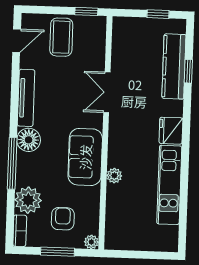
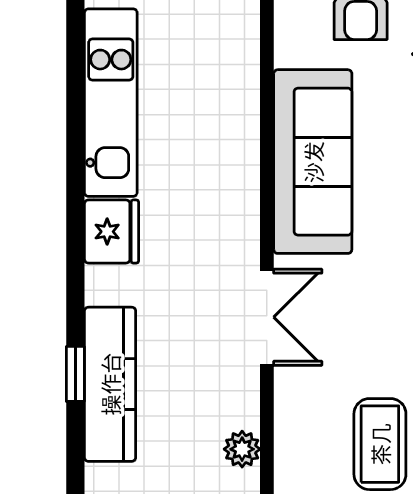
sofa: (85, 157) -> (313, 162), width x1.36
plant: (114, 176) -> (242, 449), moved

